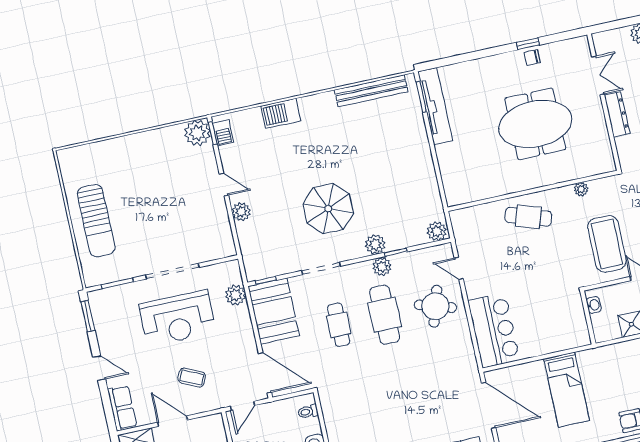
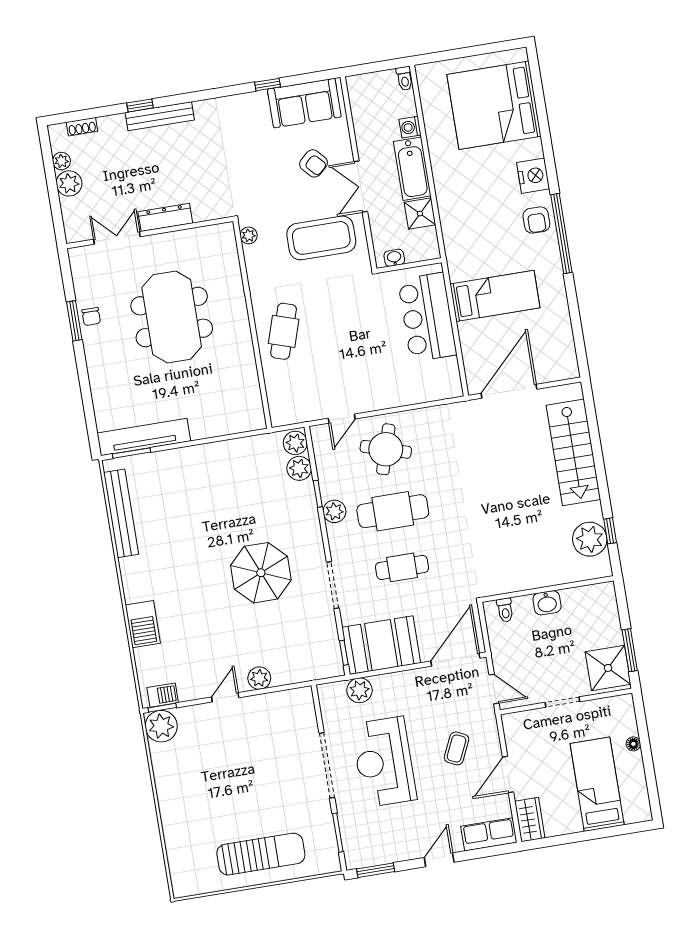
window: (528, 44) -> (74, 321), width x1.50
plant: (581, 189) -> (249, 235), moved
plant: (375, 244) -> (299, 468), moved
reception desk: (177, 318) -> (384, 762), turned 180
bar counter: (494, 330) -> (427, 317), moved, turned -90

